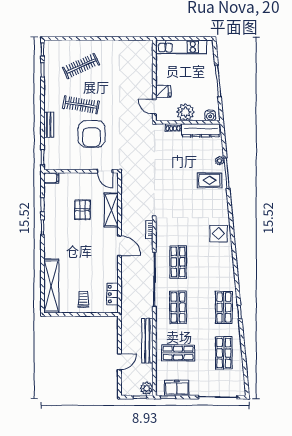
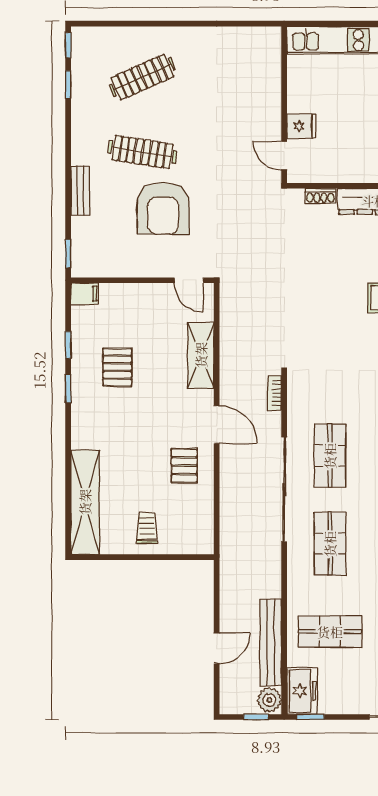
plant: (185, 112) -> (344, 166), removed
pallet: (82, 210) -> (117, 367), moved
pallet: (103, 267) -> (184, 466), added
locker: (113, 294) -> (203, 518), removed
bench: (147, 341) -> (271, 643), moved
freezer: (177, 388) -> (302, 691), moved, turned 90

